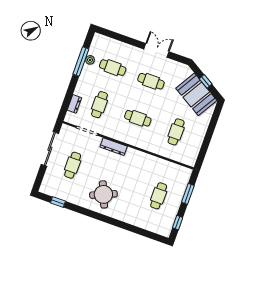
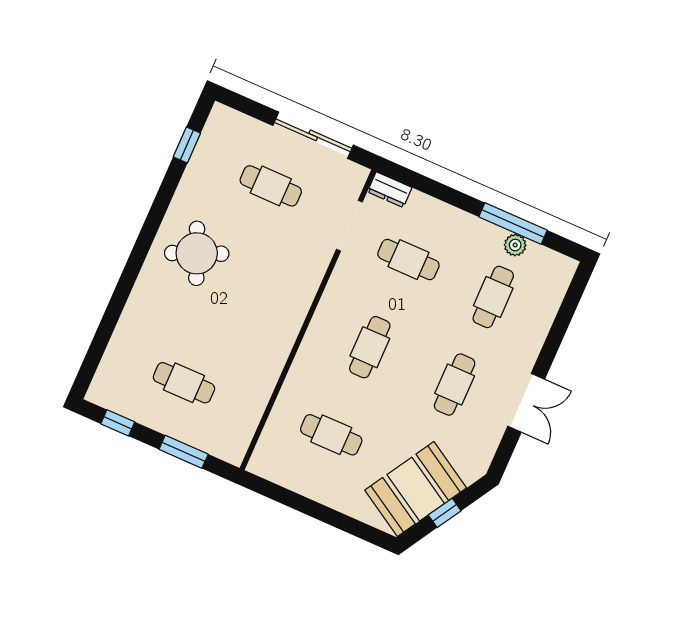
dresser: (74, 104) -> (390, 190), moved
dresser: (114, 147) -> (307, 285), removed

